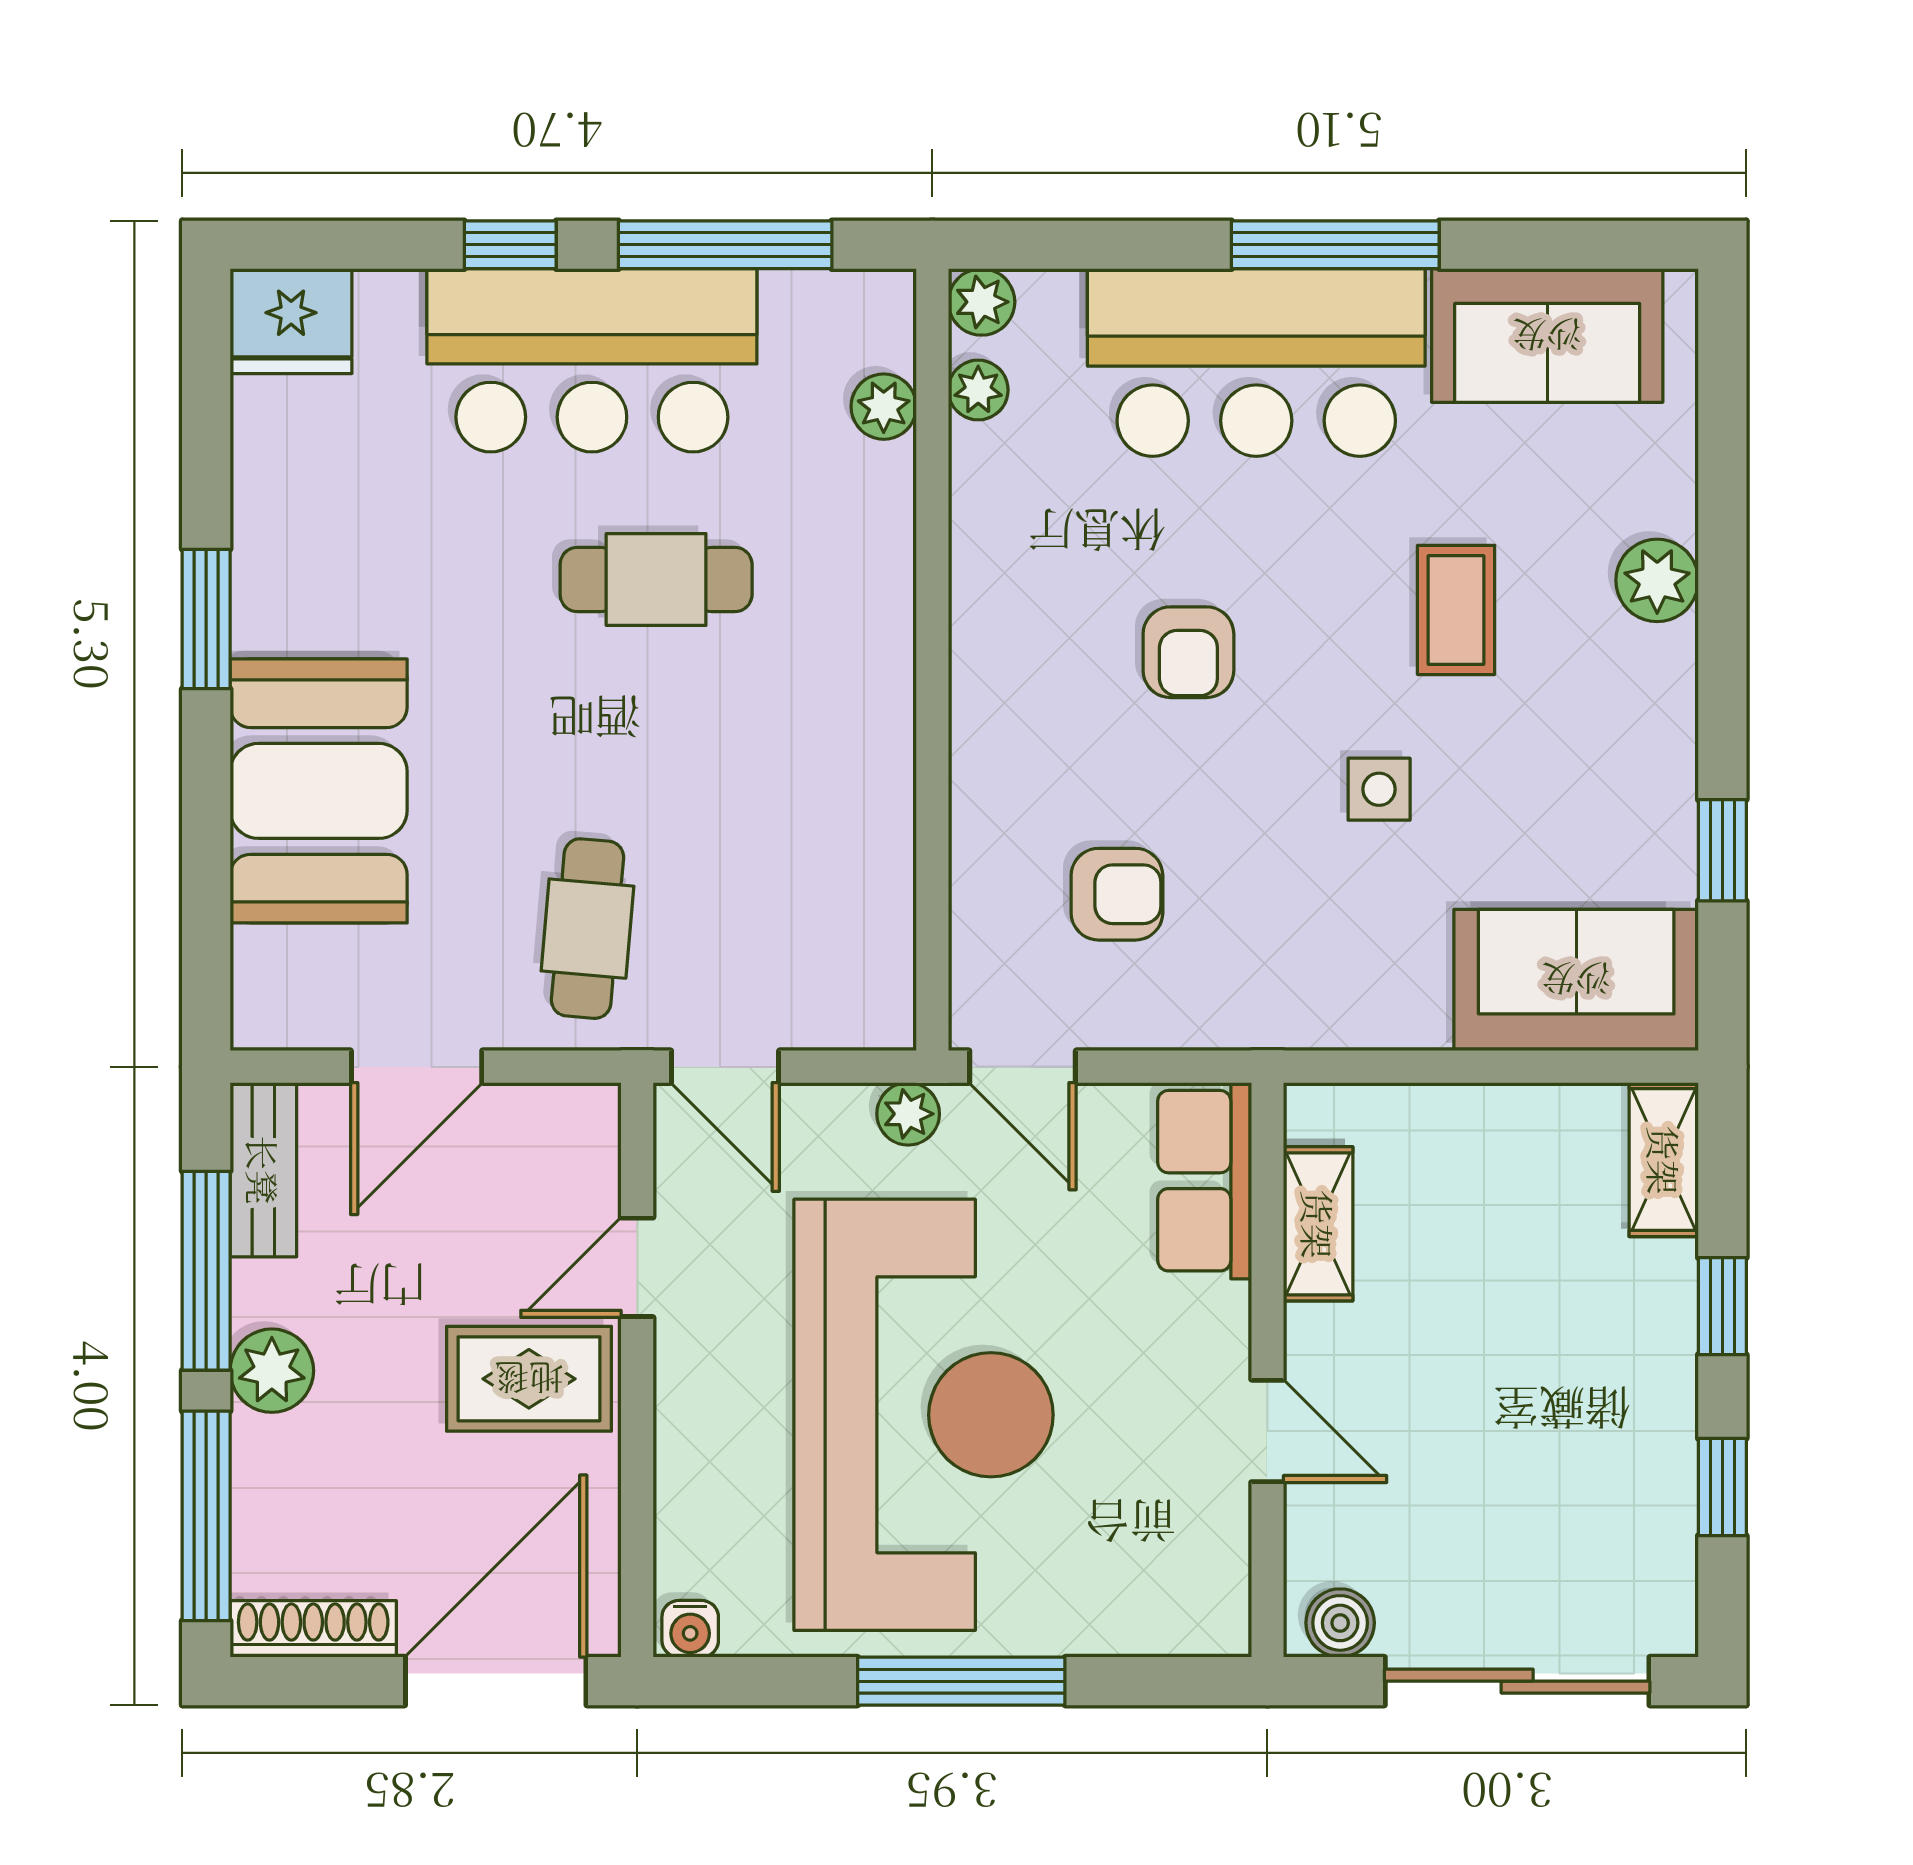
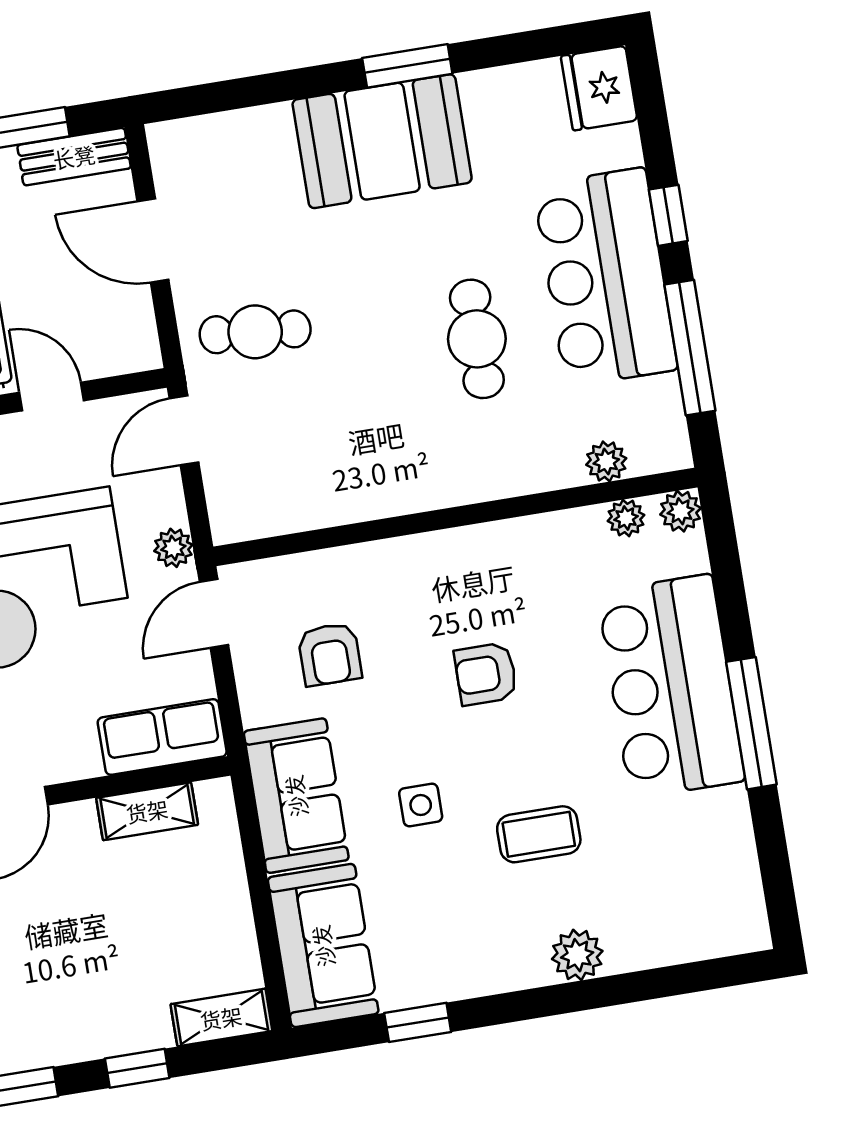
sofa: (1547, 336) -> (296, 796), moved, turned 180
booth: (319, 791) -> (382, 141), moved

